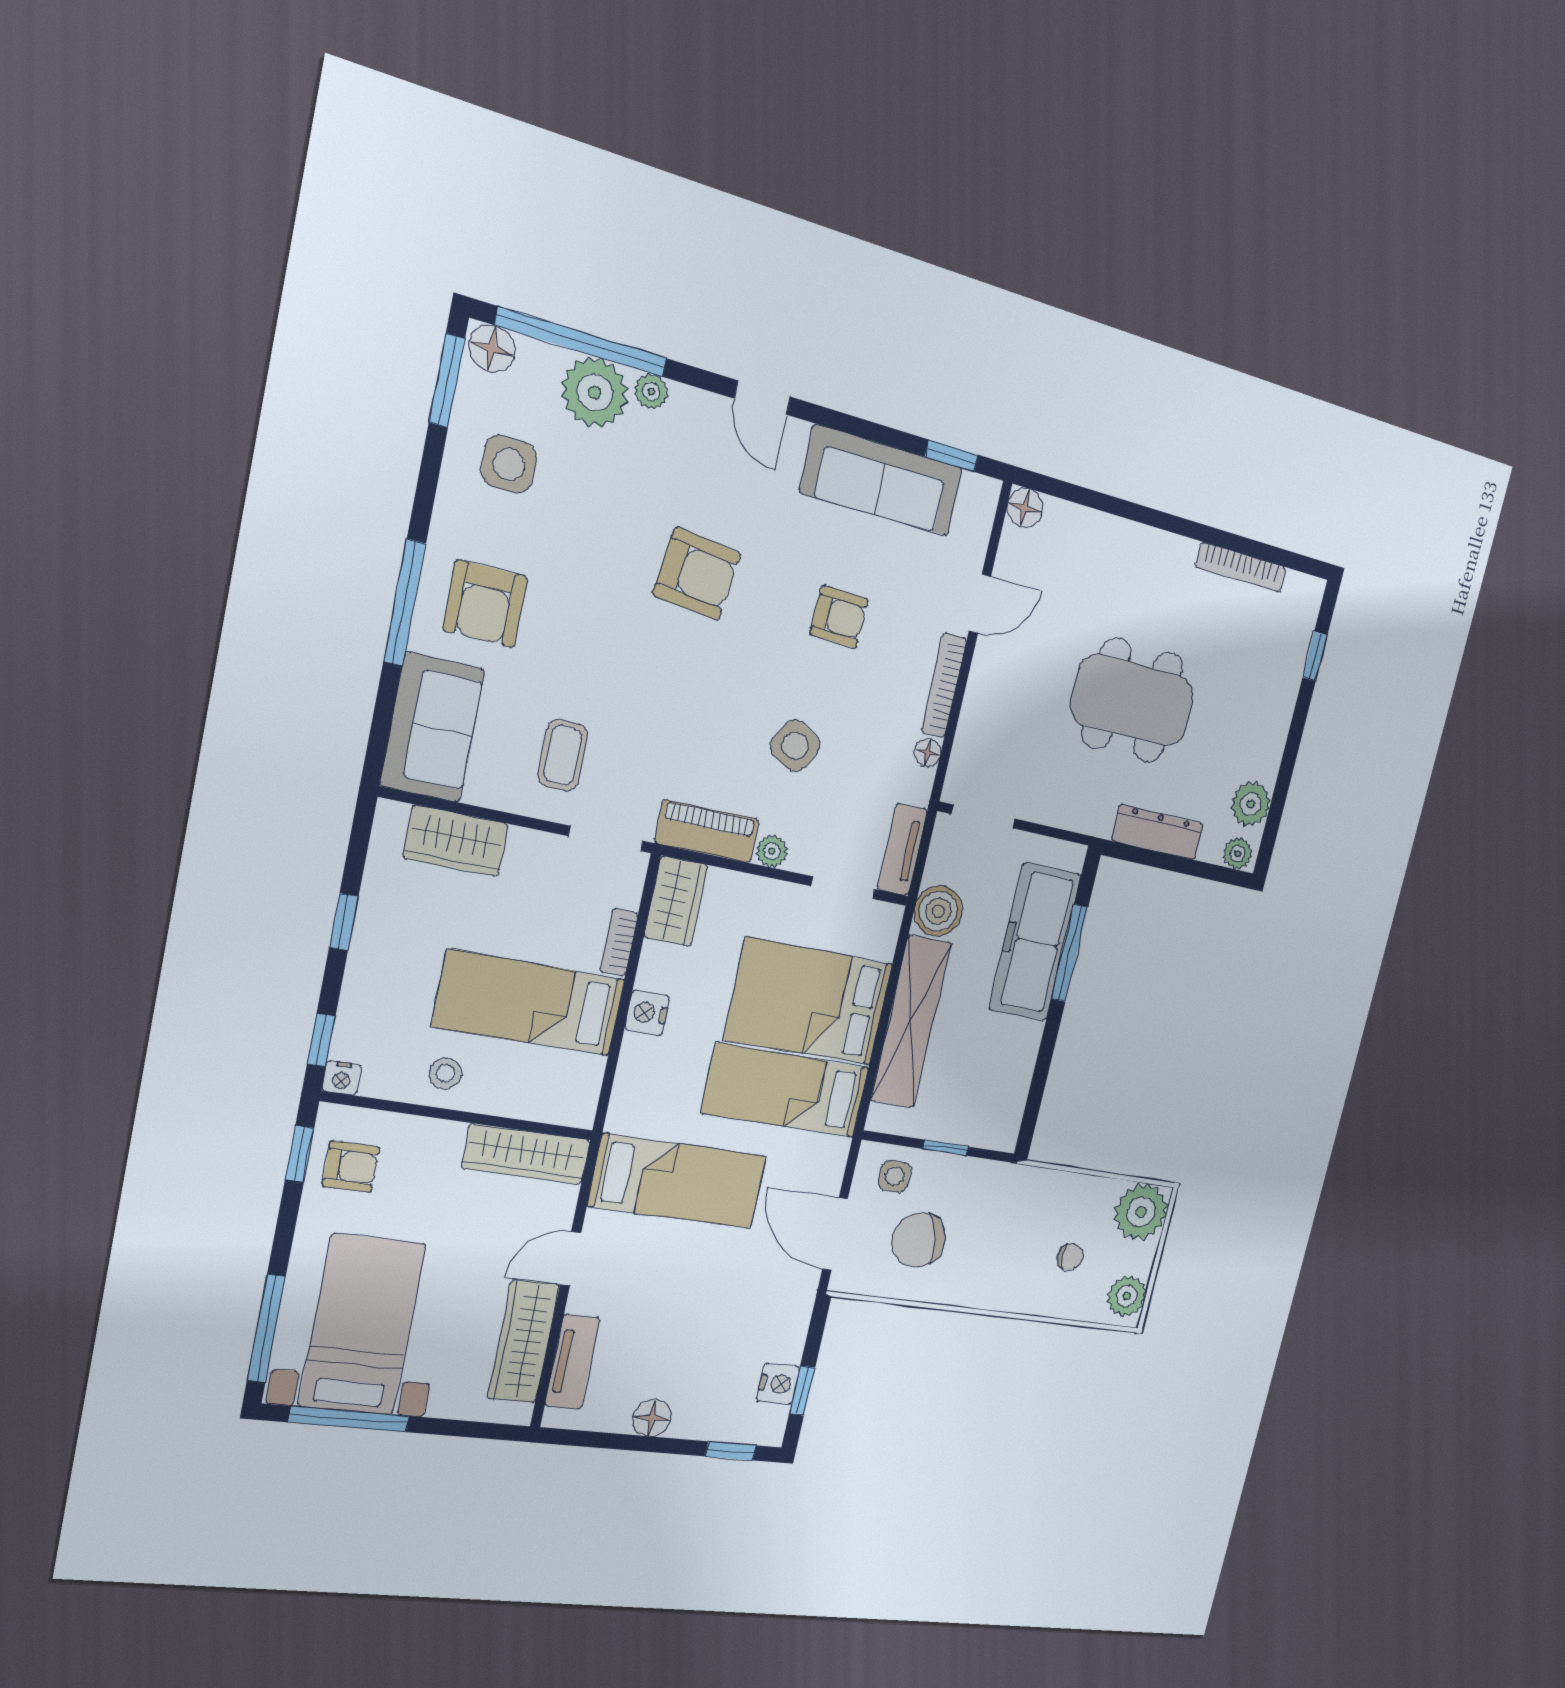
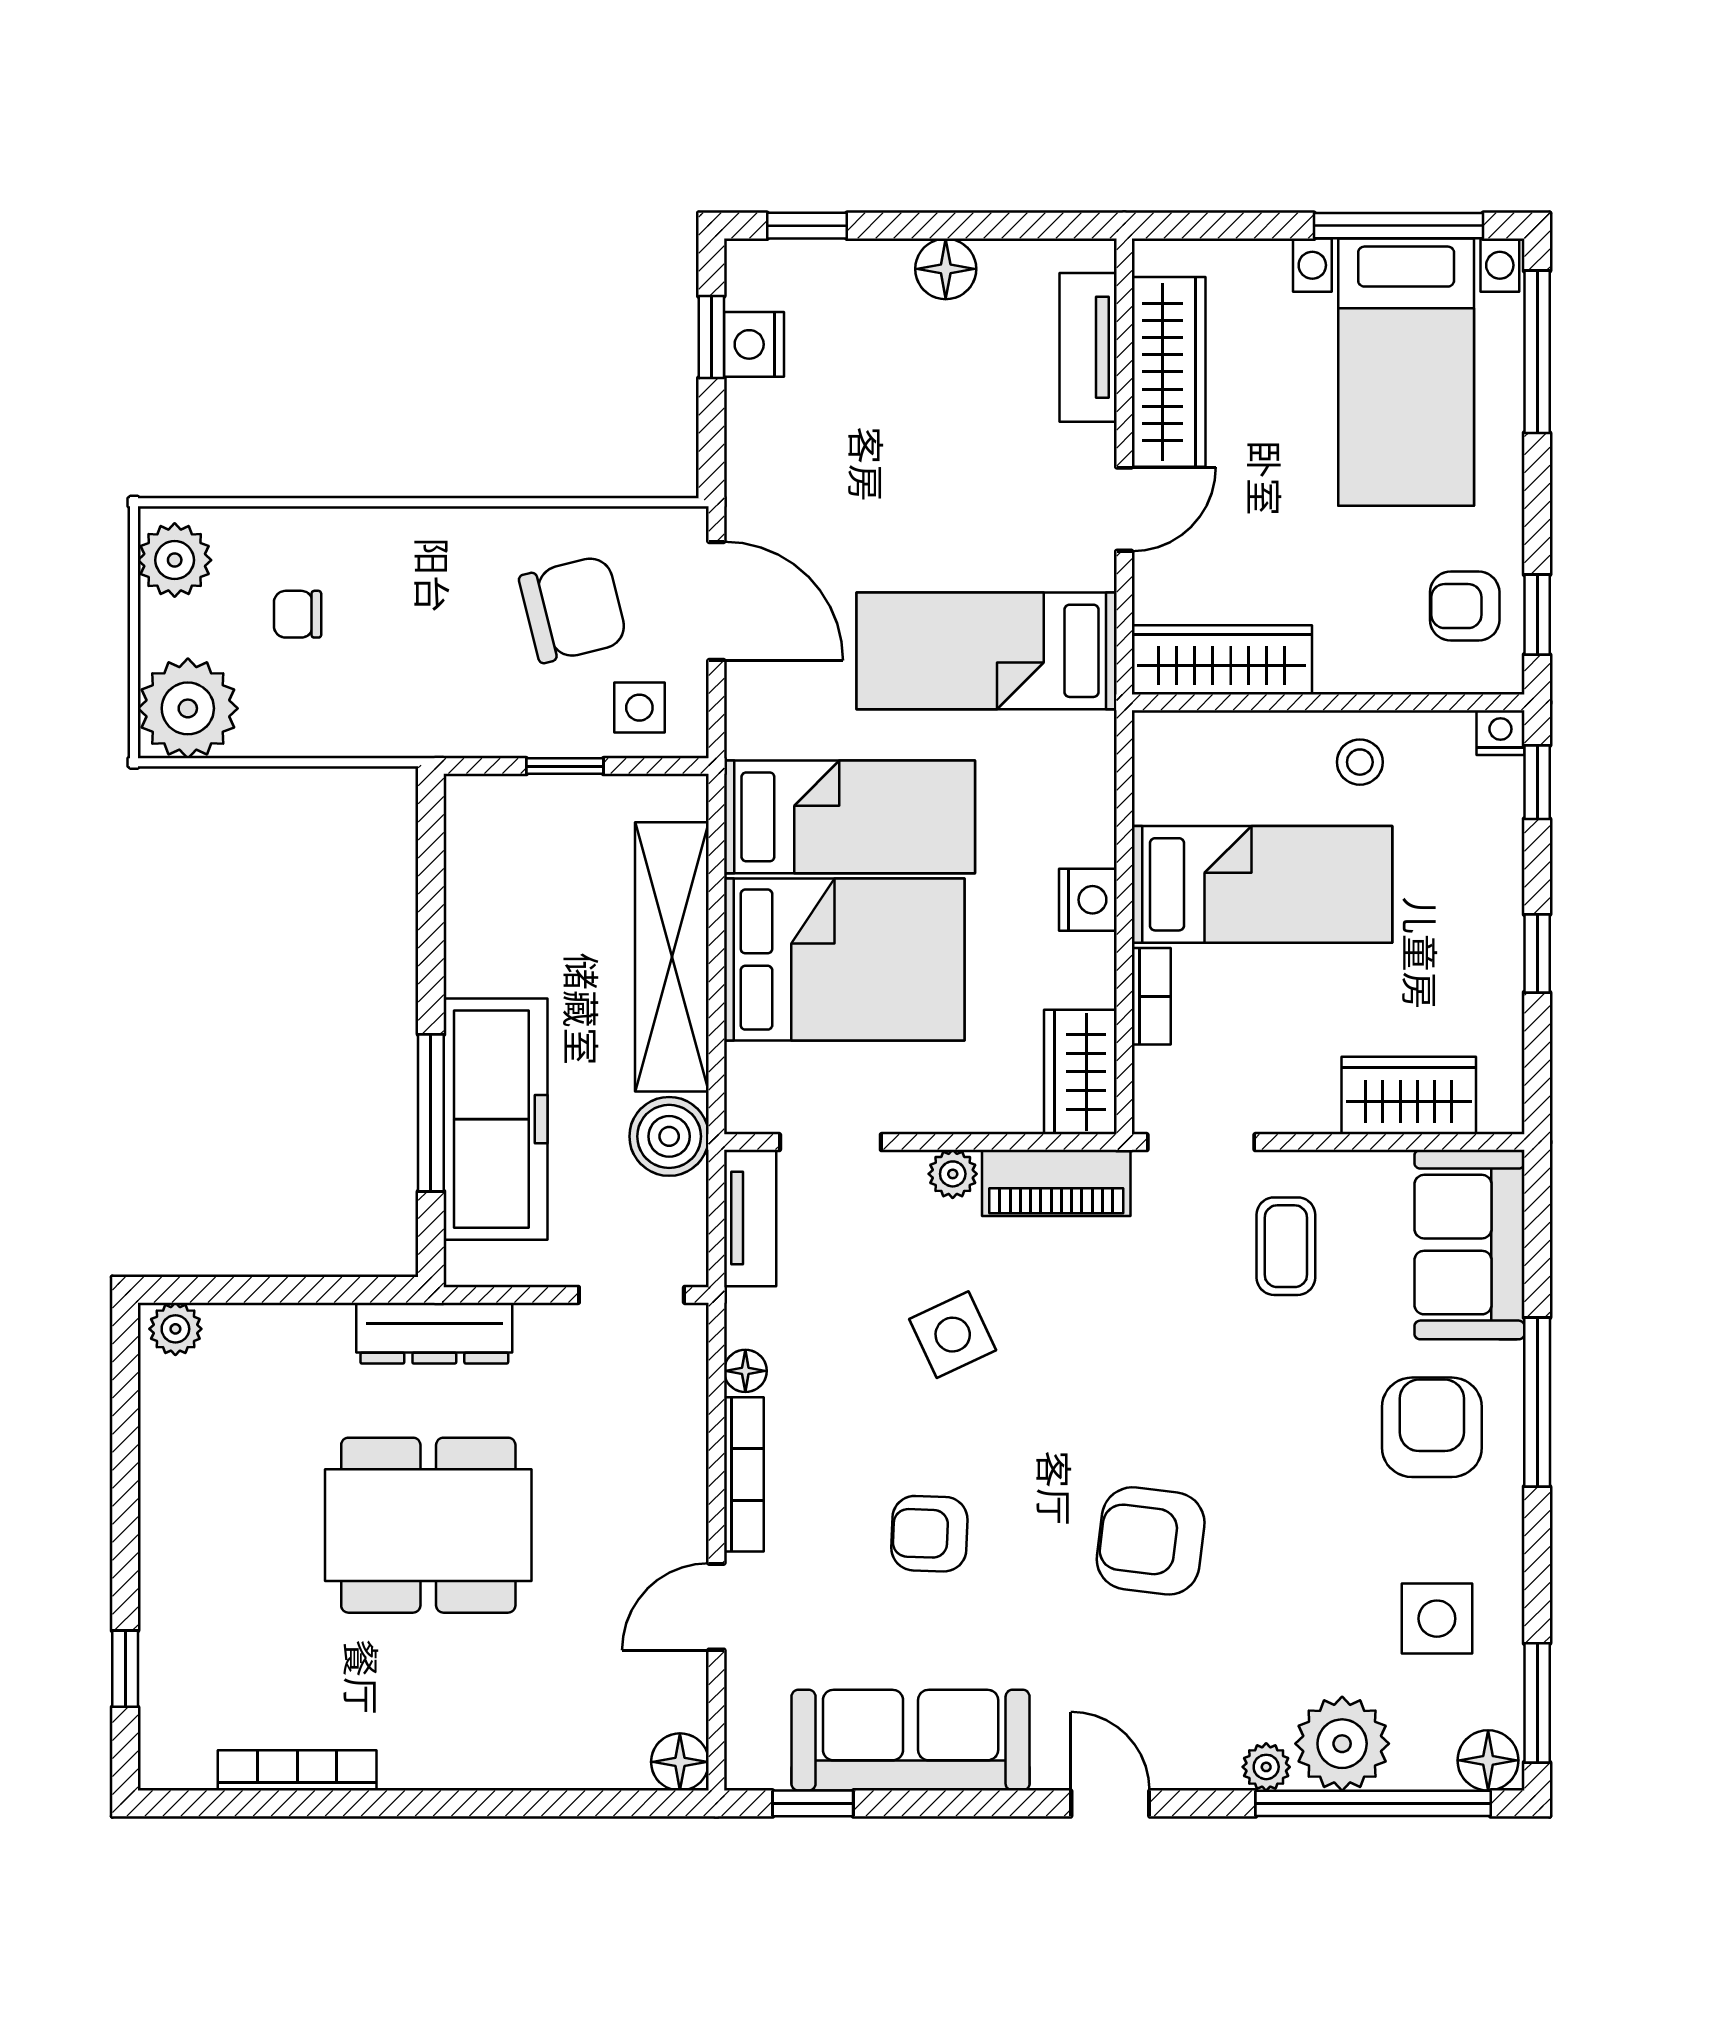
side table: (795, 746) -> (953, 1335), turned 35
plant: (1251, 804) -> (174, 1412), removed
dresser: (1158, 832) -> (434, 1333), moved

